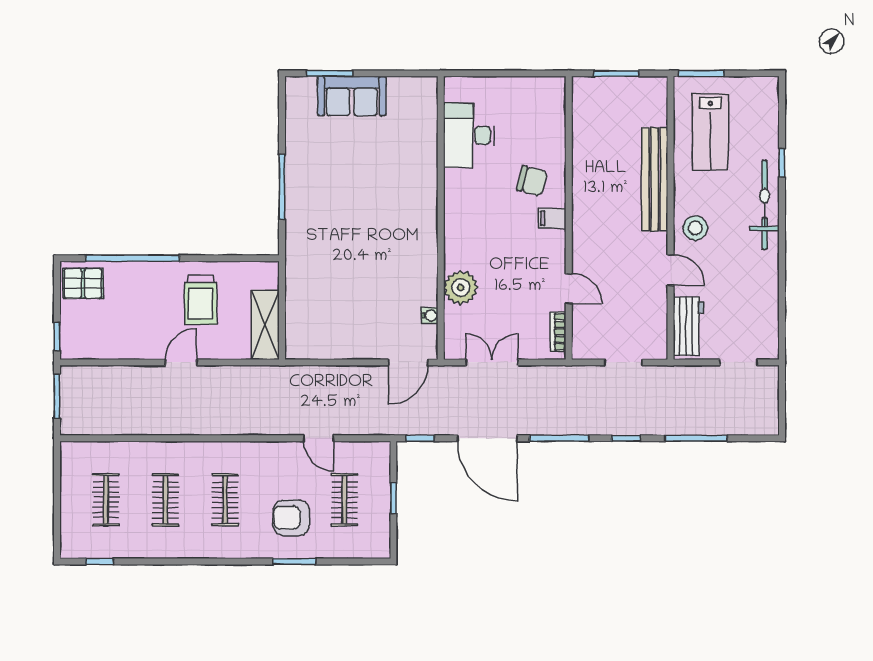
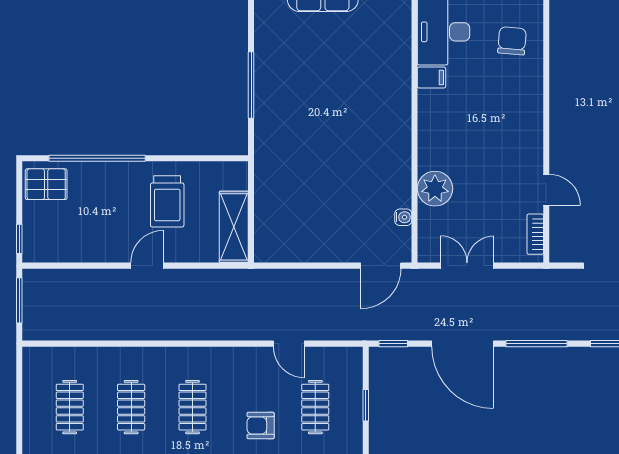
chair: (532, 181) -> (512, 41), moved, turned -99
filing cabinet: (552, 218) -> (431, 77), moved, turned 180
armchair: (291, 518) -> (261, 426), width x0.72, depth x0.72

